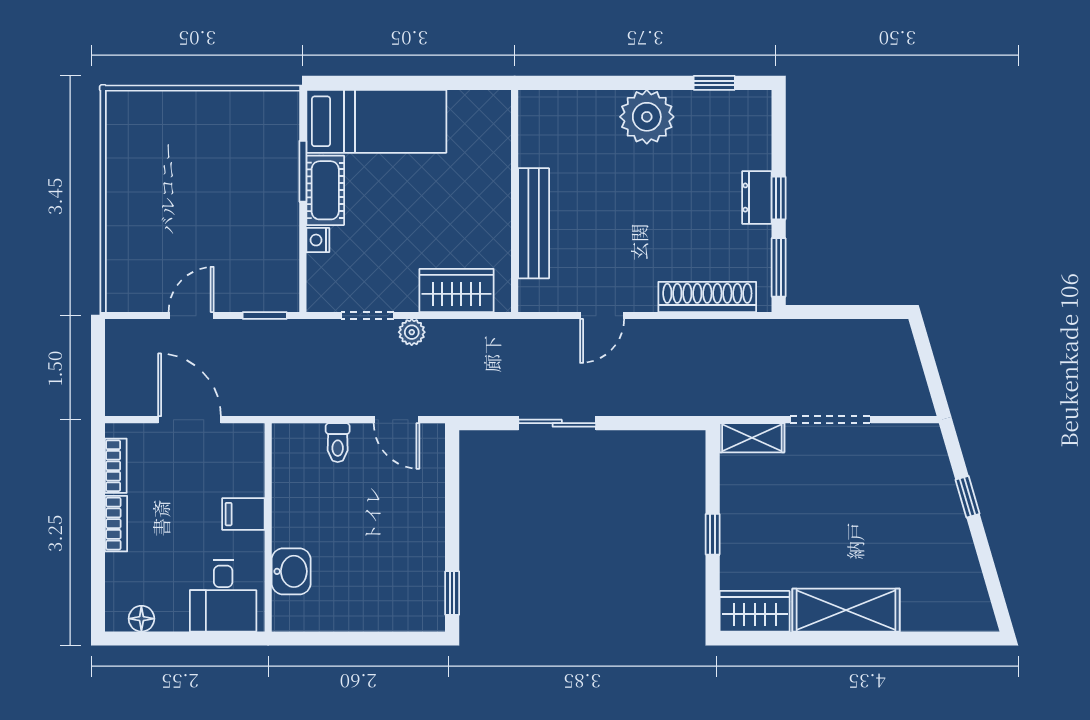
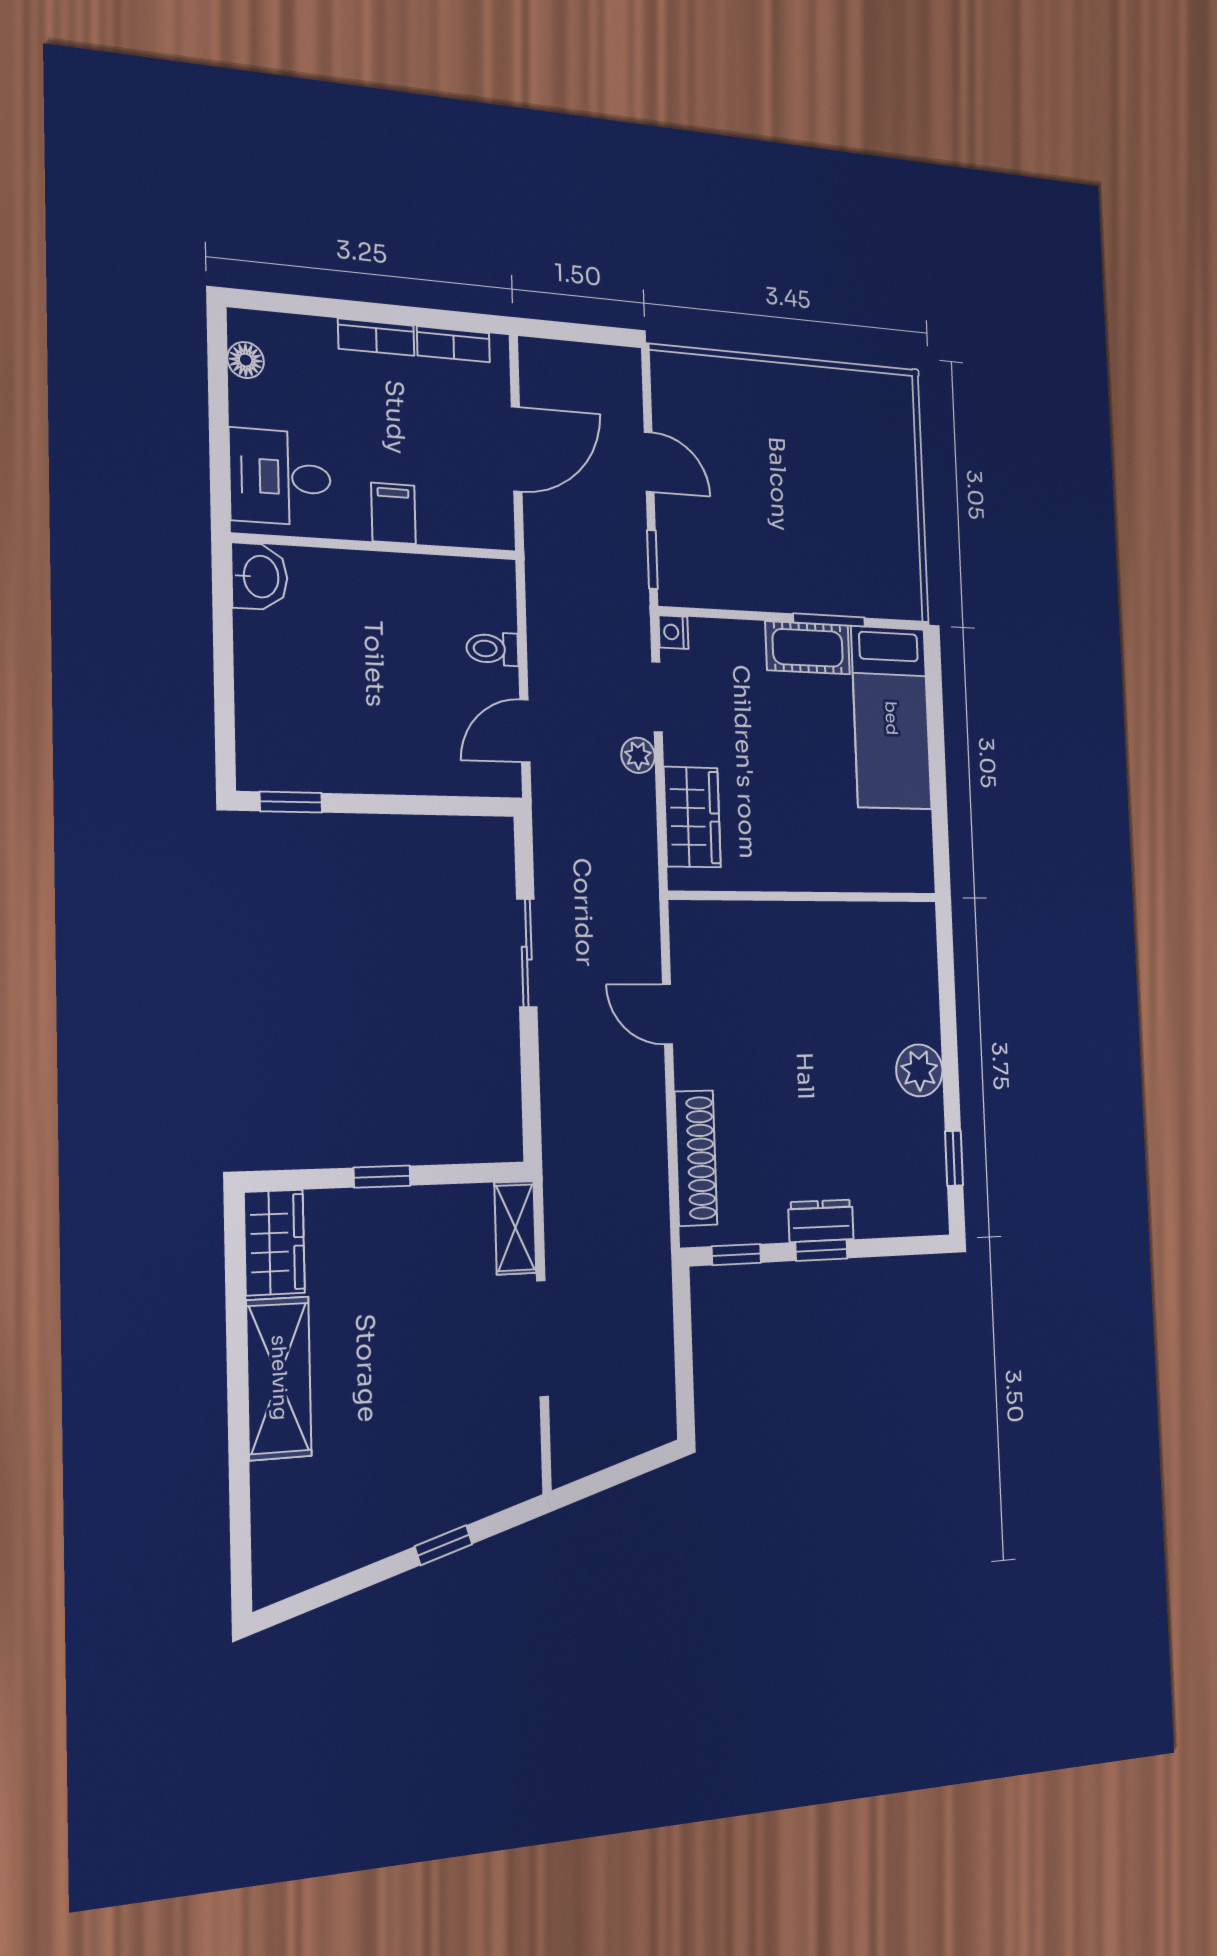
plant: (647, 117) -> (919, 1070), width x0.73, depth x0.73
bench: (534, 223) -> (778, 921), removed
nightstand: (318, 240) -> (673, 632), moved, turned -90
window: (779, 267) -> (736, 1255), width x0.67
washbasin: (291, 571) -> (259, 577), moved, turned -90

